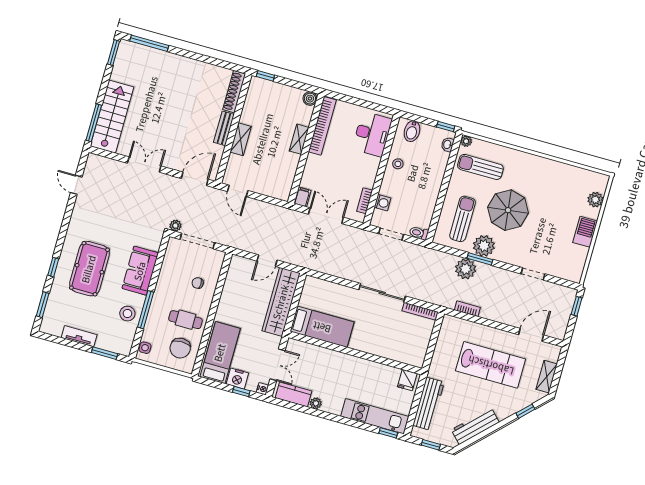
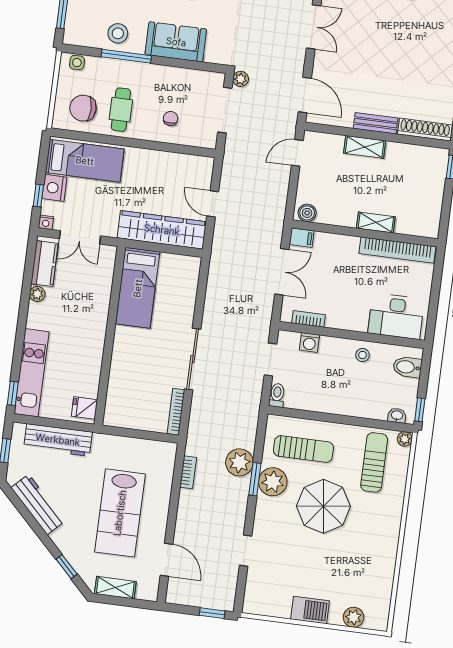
boiler: (310, 99) -> (307, 213), moved

